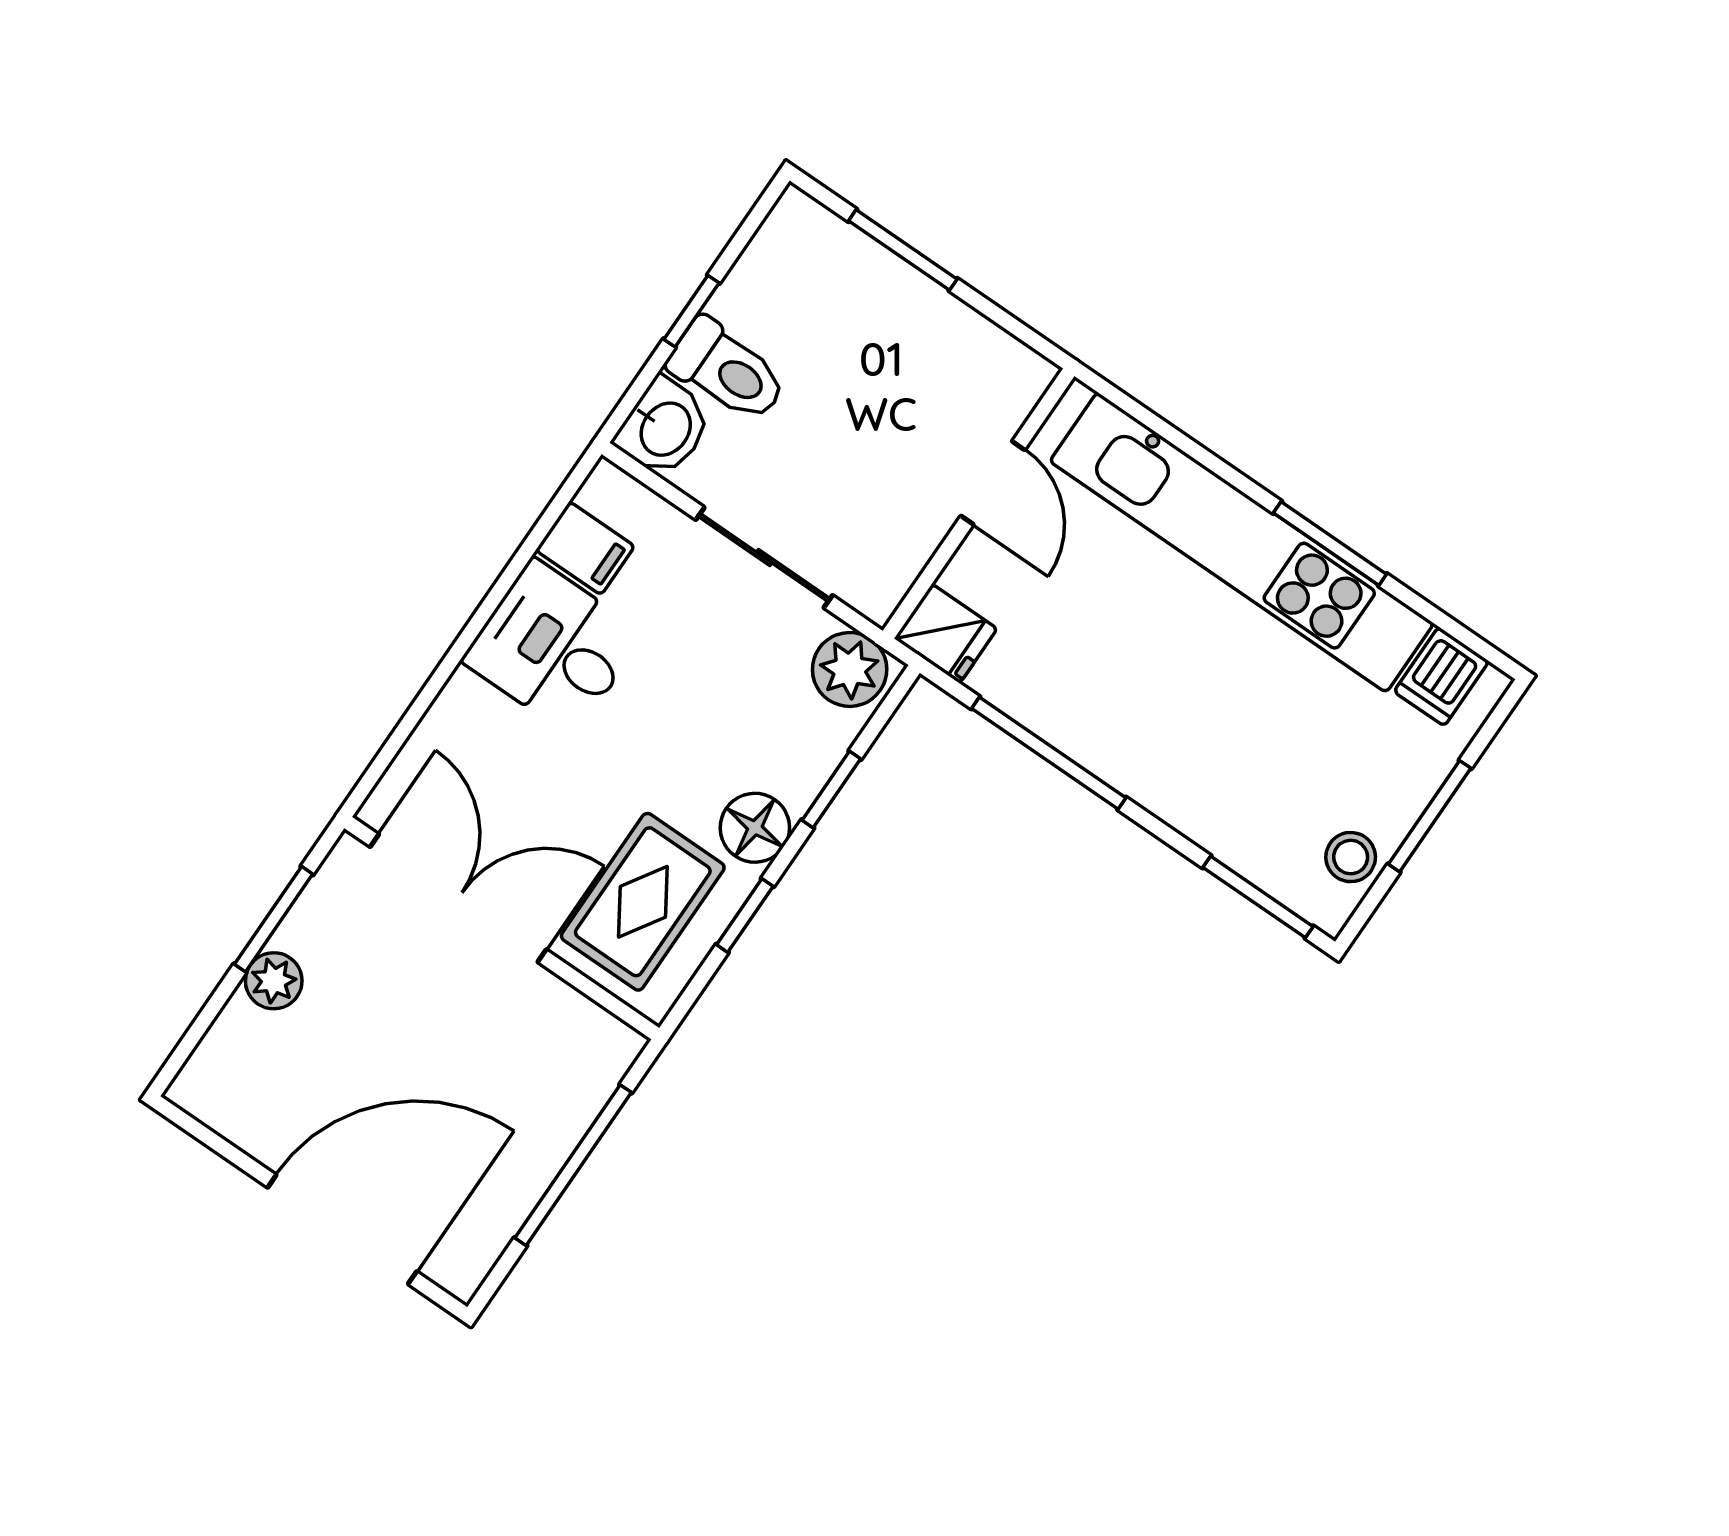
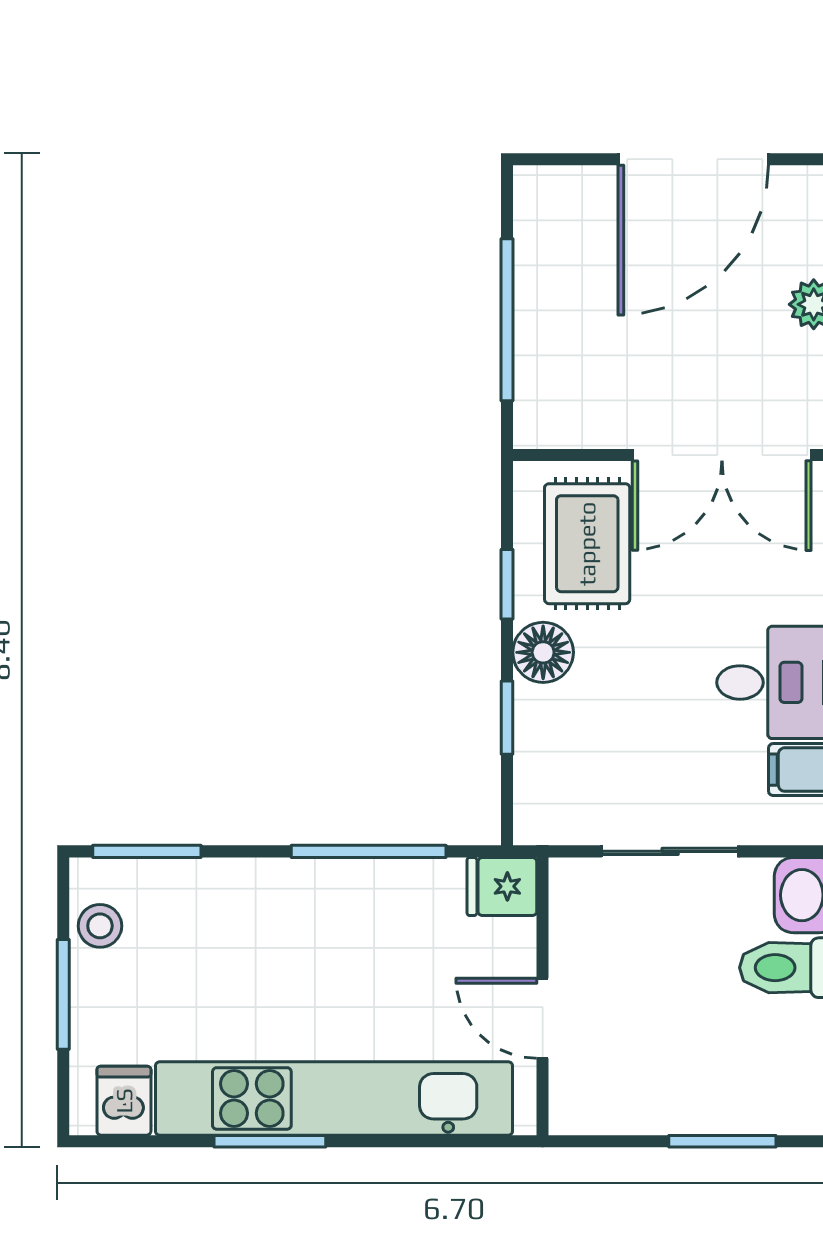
plant: (850, 669) -> (553, 813), removed
door: (342, 1229) -> (693, 159), moved

